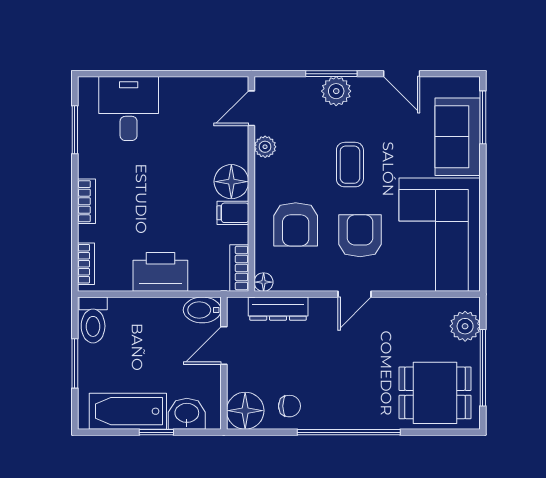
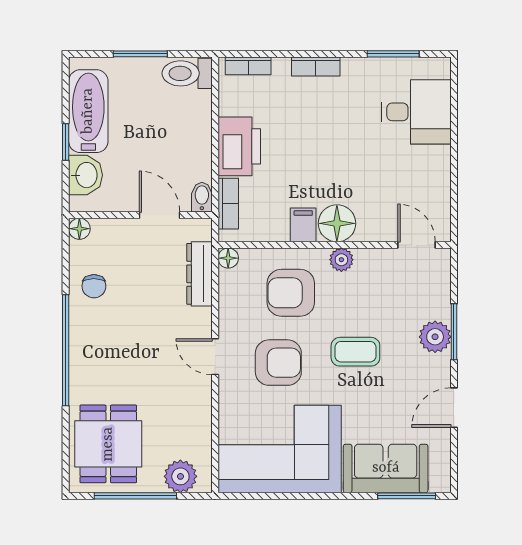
plant: (265, 147) -> (341, 260), moved
bookcase: (239, 268) -> (228, 204), moved, turned 90
bidet: (202, 310) -> (202, 197), width x0.72, depth x0.74
floor lamp: (245, 411) -> (79, 229), width x0.53, depth x0.53

